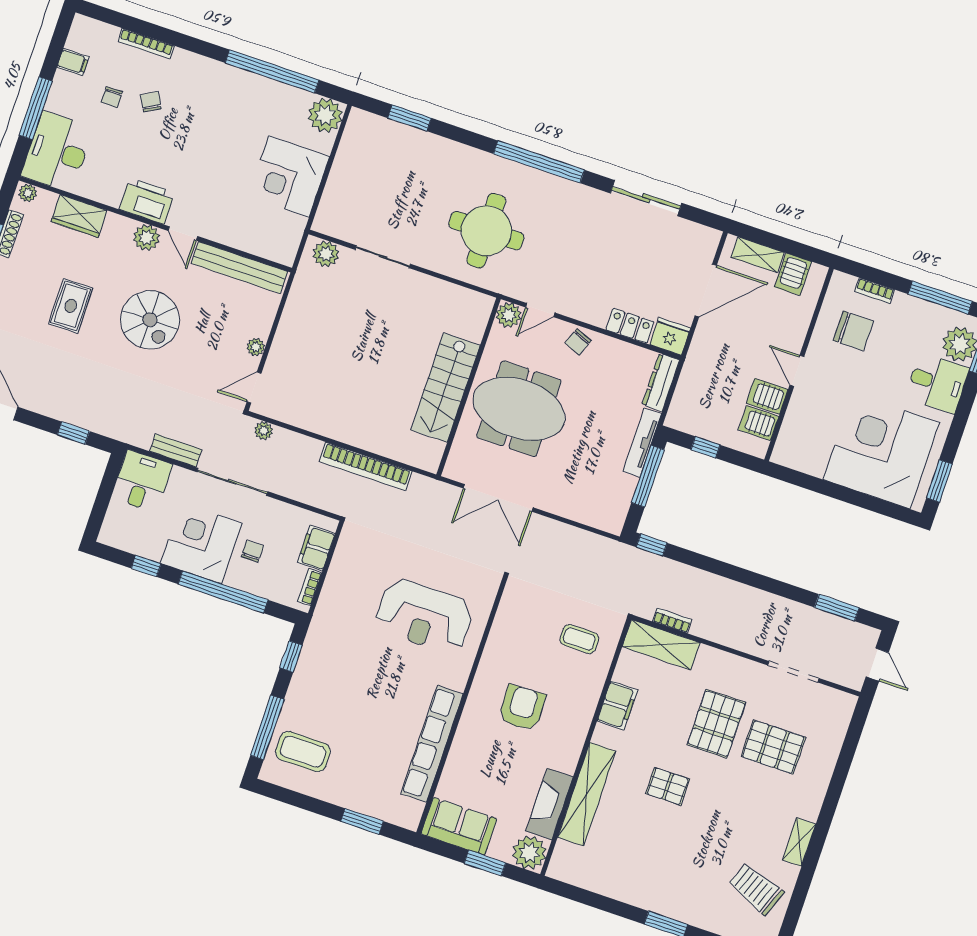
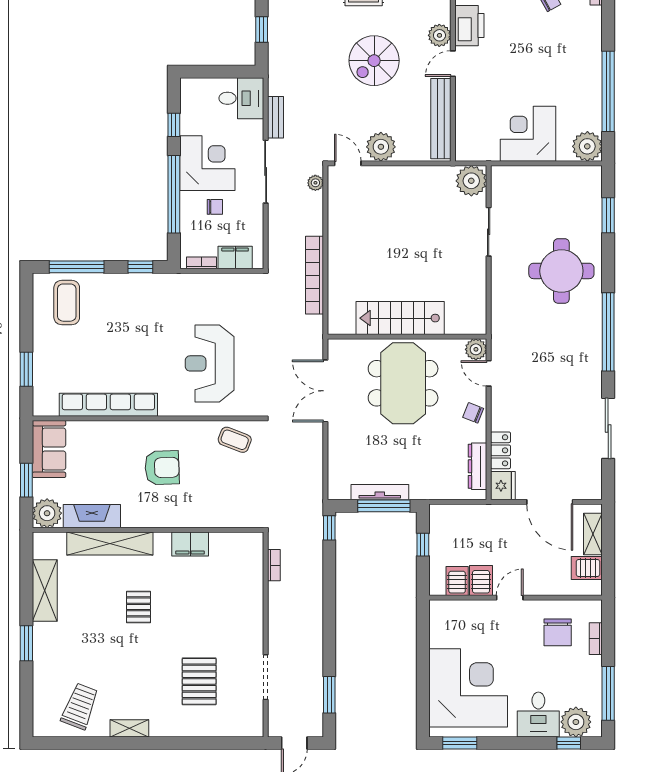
round table: (486, 231) -> (561, 271), moved
plant: (326, 254) -> (471, 181), width x1.36, depth x1.36
plant: (256, 347) -> (381, 147), width x1.88, depth x1.88
dresser: (661, 382) -> (477, 466), moved, turned -90
tv unit: (642, 443) -> (380, 492), moved
coffee table: (579, 639) -> (235, 440), moved, turned -69
shelving: (661, 645) -> (45, 590), moved
pallet: (716, 724) -> (203, 629), removed

